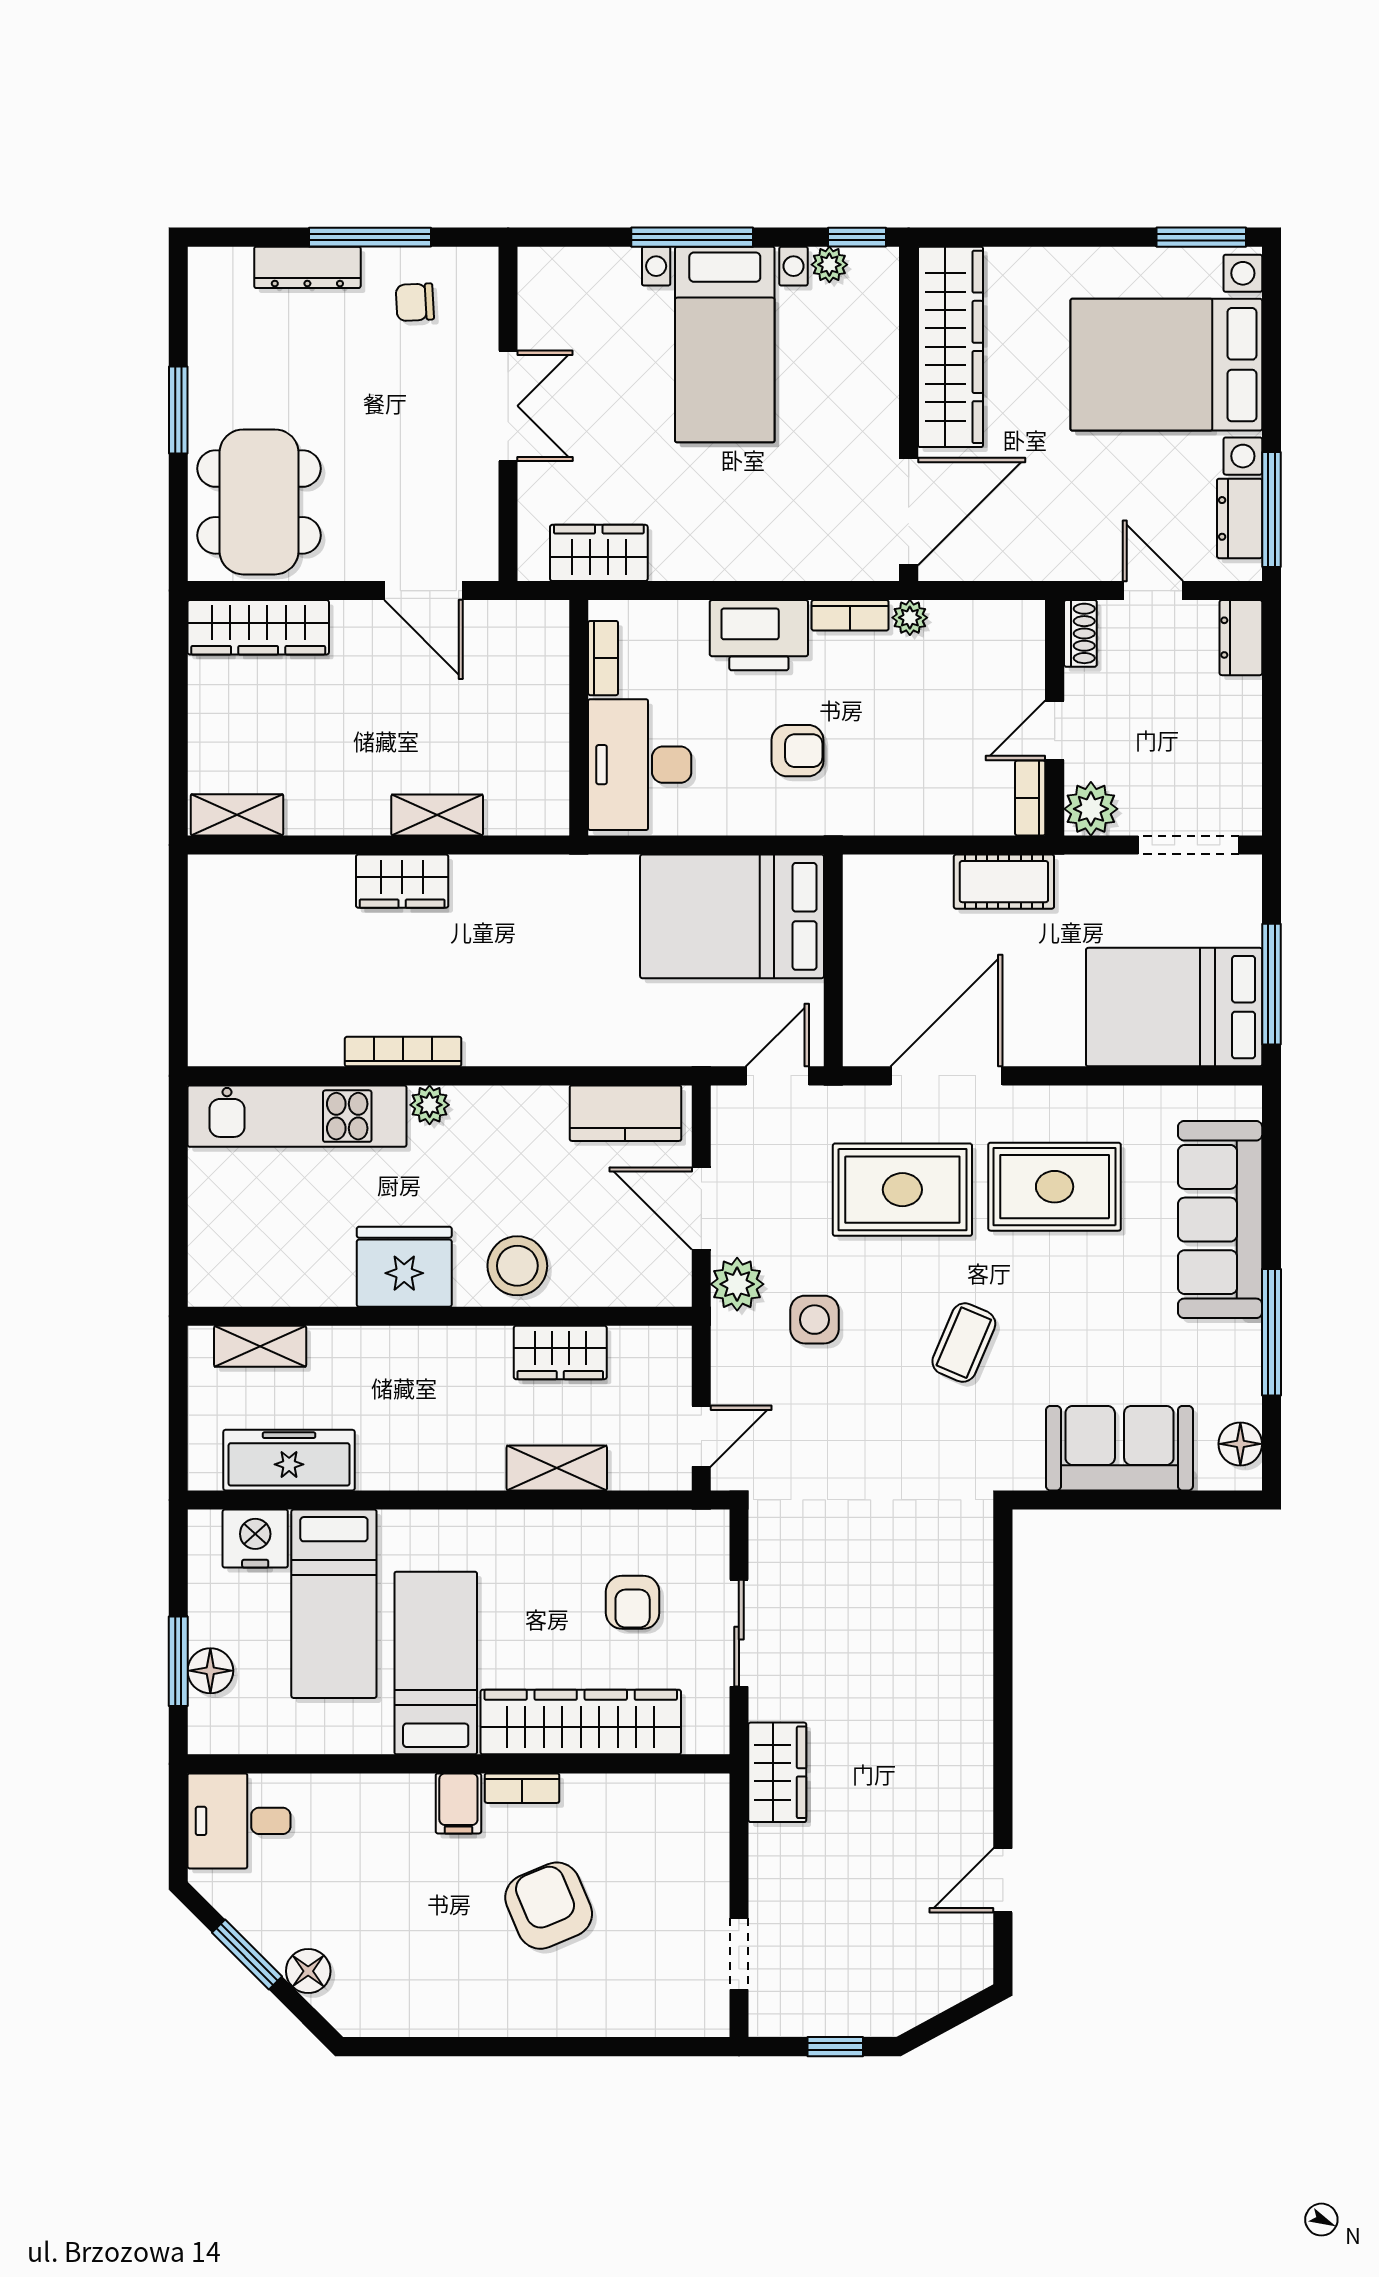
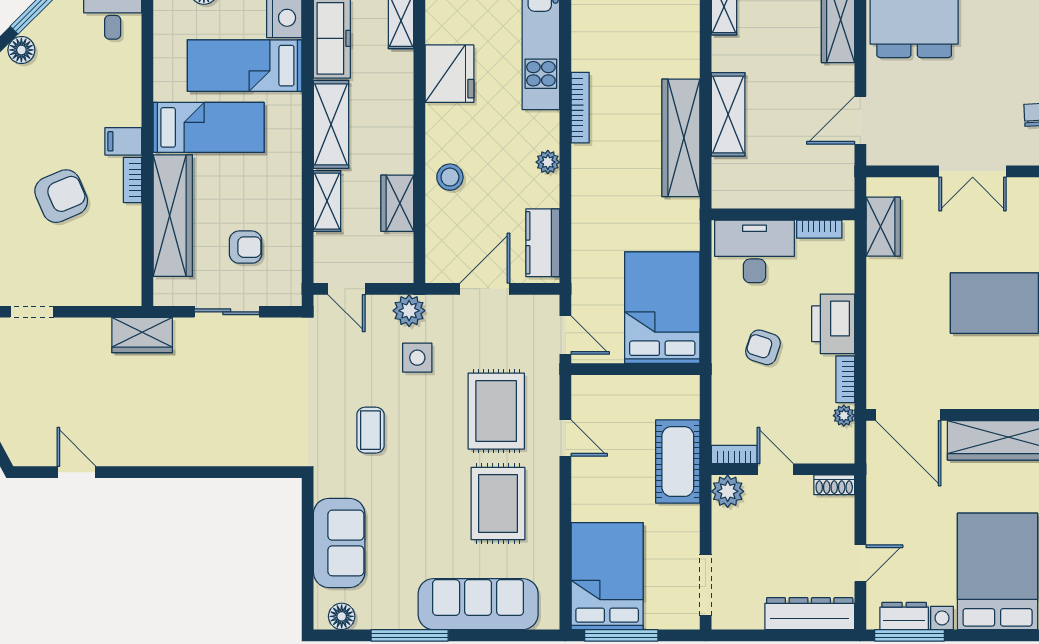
shoe rack: (1080, 633) -> (834, 485), moved
dresser: (1241, 638) -> (810, 614), width x1.96, depth x1.24
wall: (1055, 718) -> (783, 469), moved
door: (1055, 730) -> (775, 469), moved
armchair: (798, 751) -> (763, 347), turned 108
bookcase: (1030, 798) -> (734, 454), moved
plant: (1091, 809) -> (728, 491), moved
shelving: (437, 815) -> (728, 114), width x1.50, depth x1.33
wardrobe: (402, 881) -> (681, 138), width x2.10, depth x1.17
cot: (1004, 882) -> (678, 462), width x1.37, depth x1.34
door: (947, 1076) -> (565, 438), width x0.53
plant: (430, 1105) -> (548, 162), moved
stool: (517, 1266) -> (450, 177), width x0.73, depth x0.73
fridge: (404, 1267) -> (449, 74), moved
plant: (737, 1284) -> (409, 311), moved
coffee table: (964, 1343) -> (370, 430), moved, turned 67
shelving: (431, 1462) -> (331, 124), added
armchair: (633, 1602) -> (245, 247), turned 180

